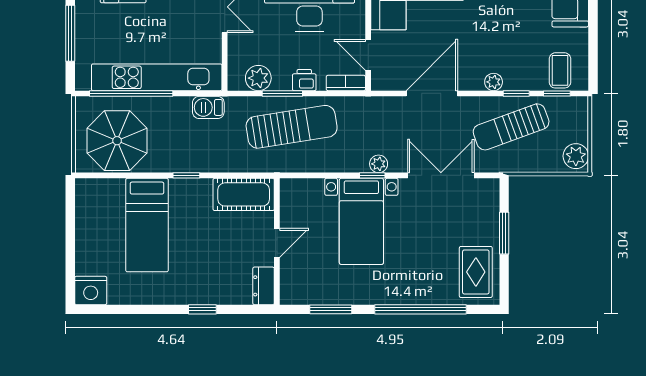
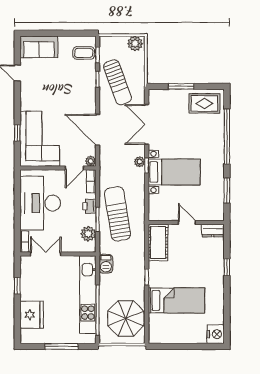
plant: (494, 82) -> (91, 161), moved

